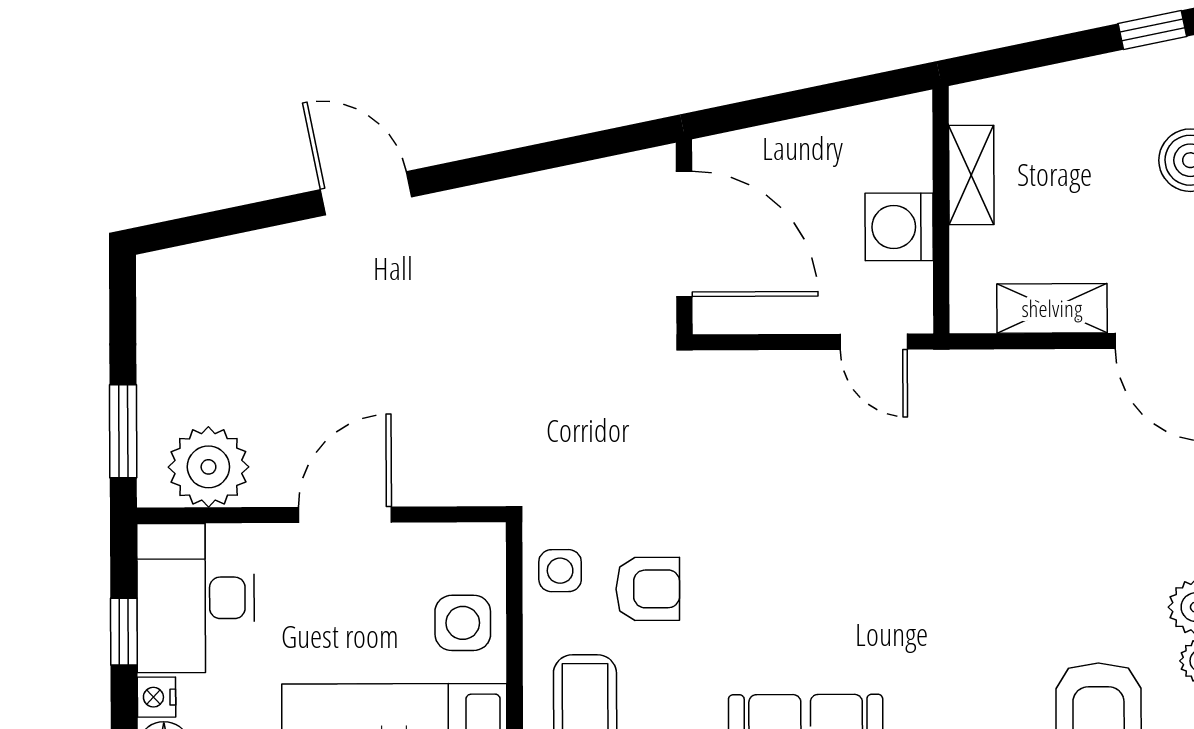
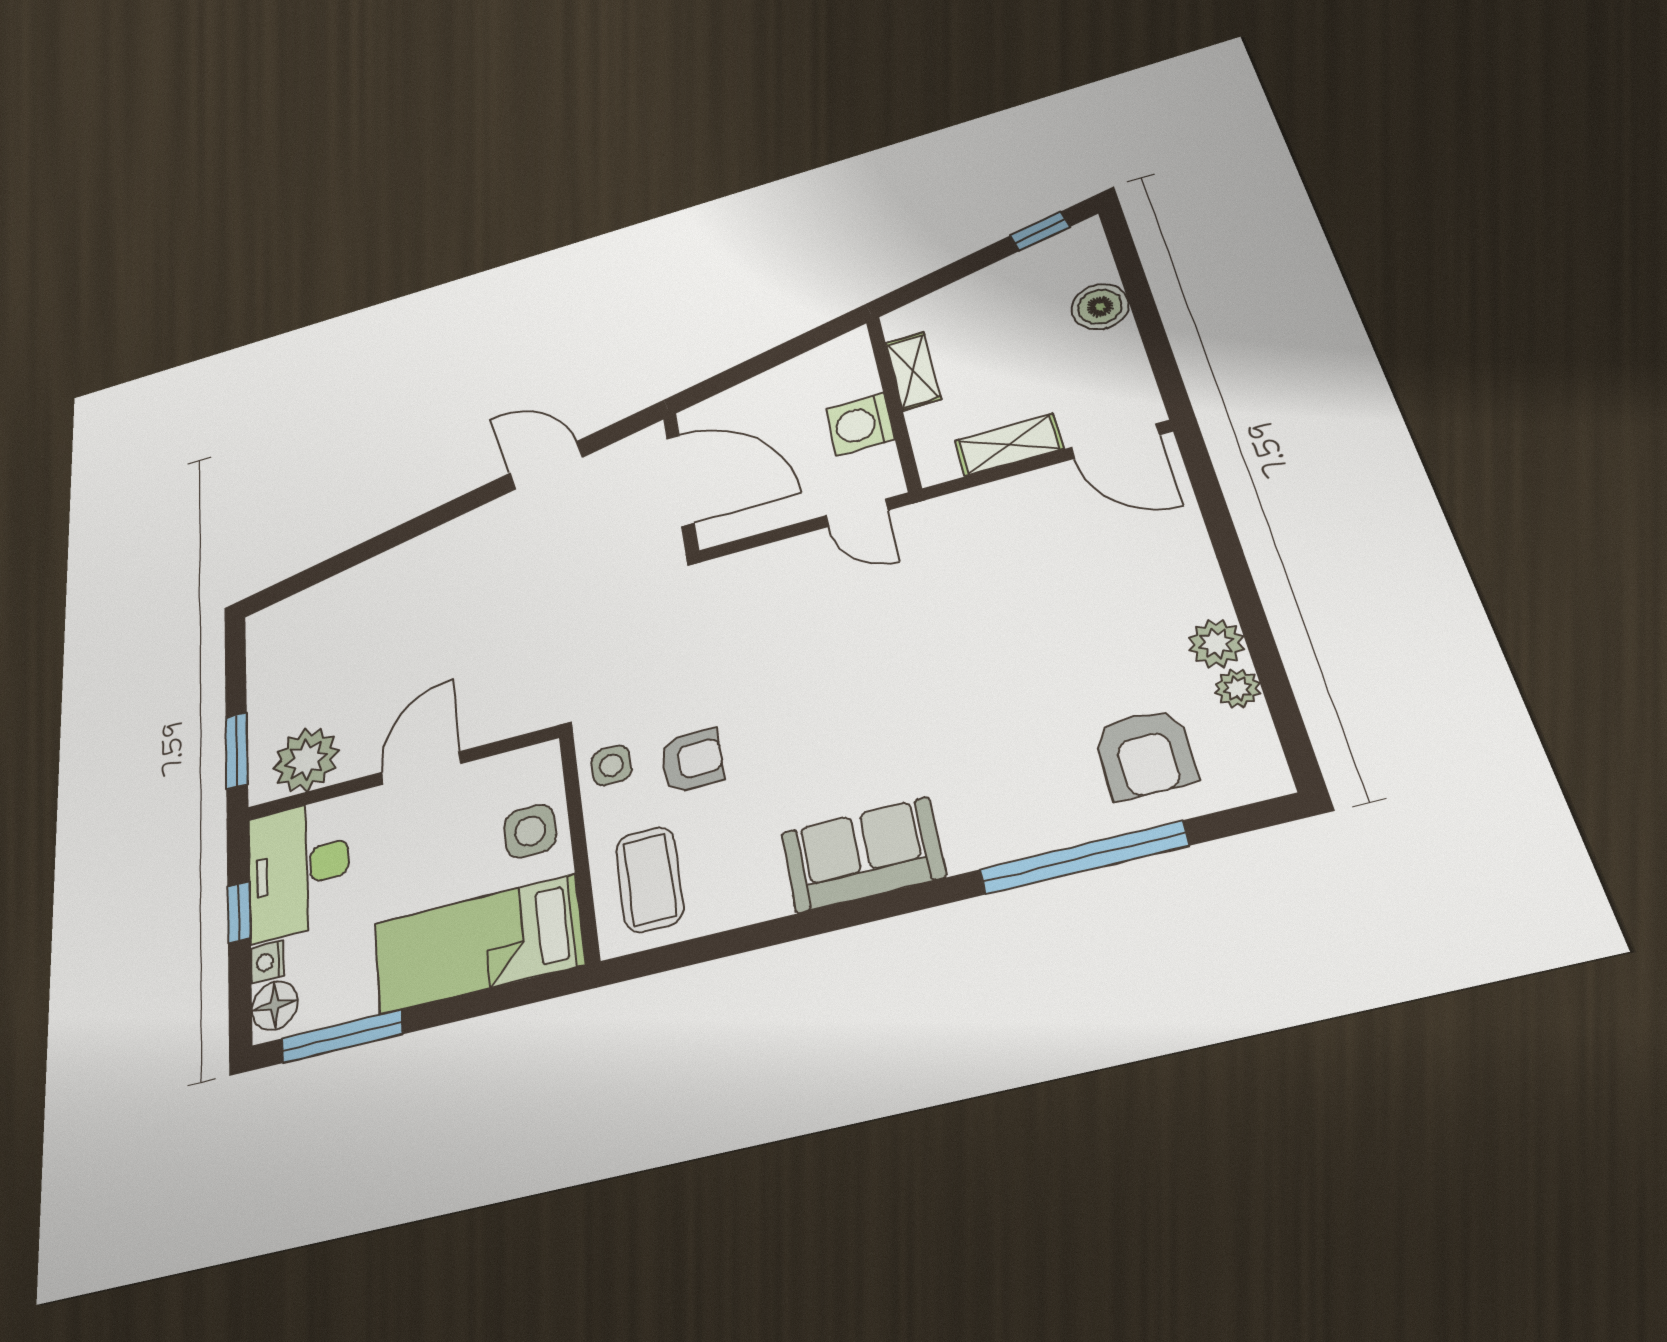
door: (366, 193) -> (546, 465), moved

